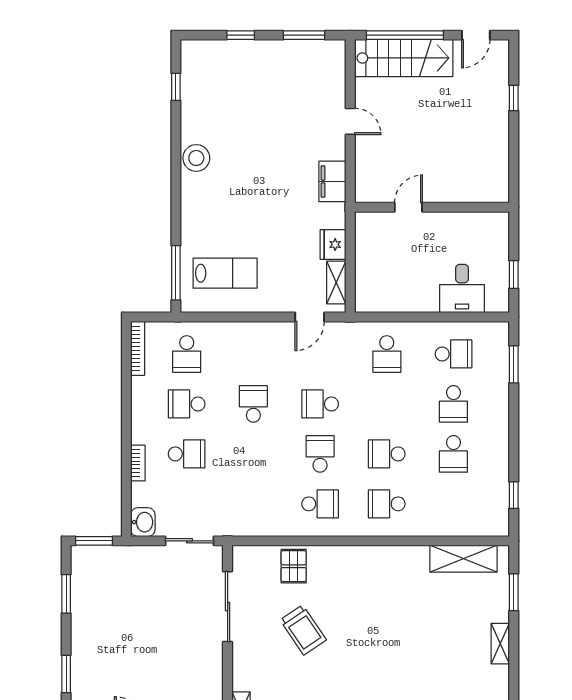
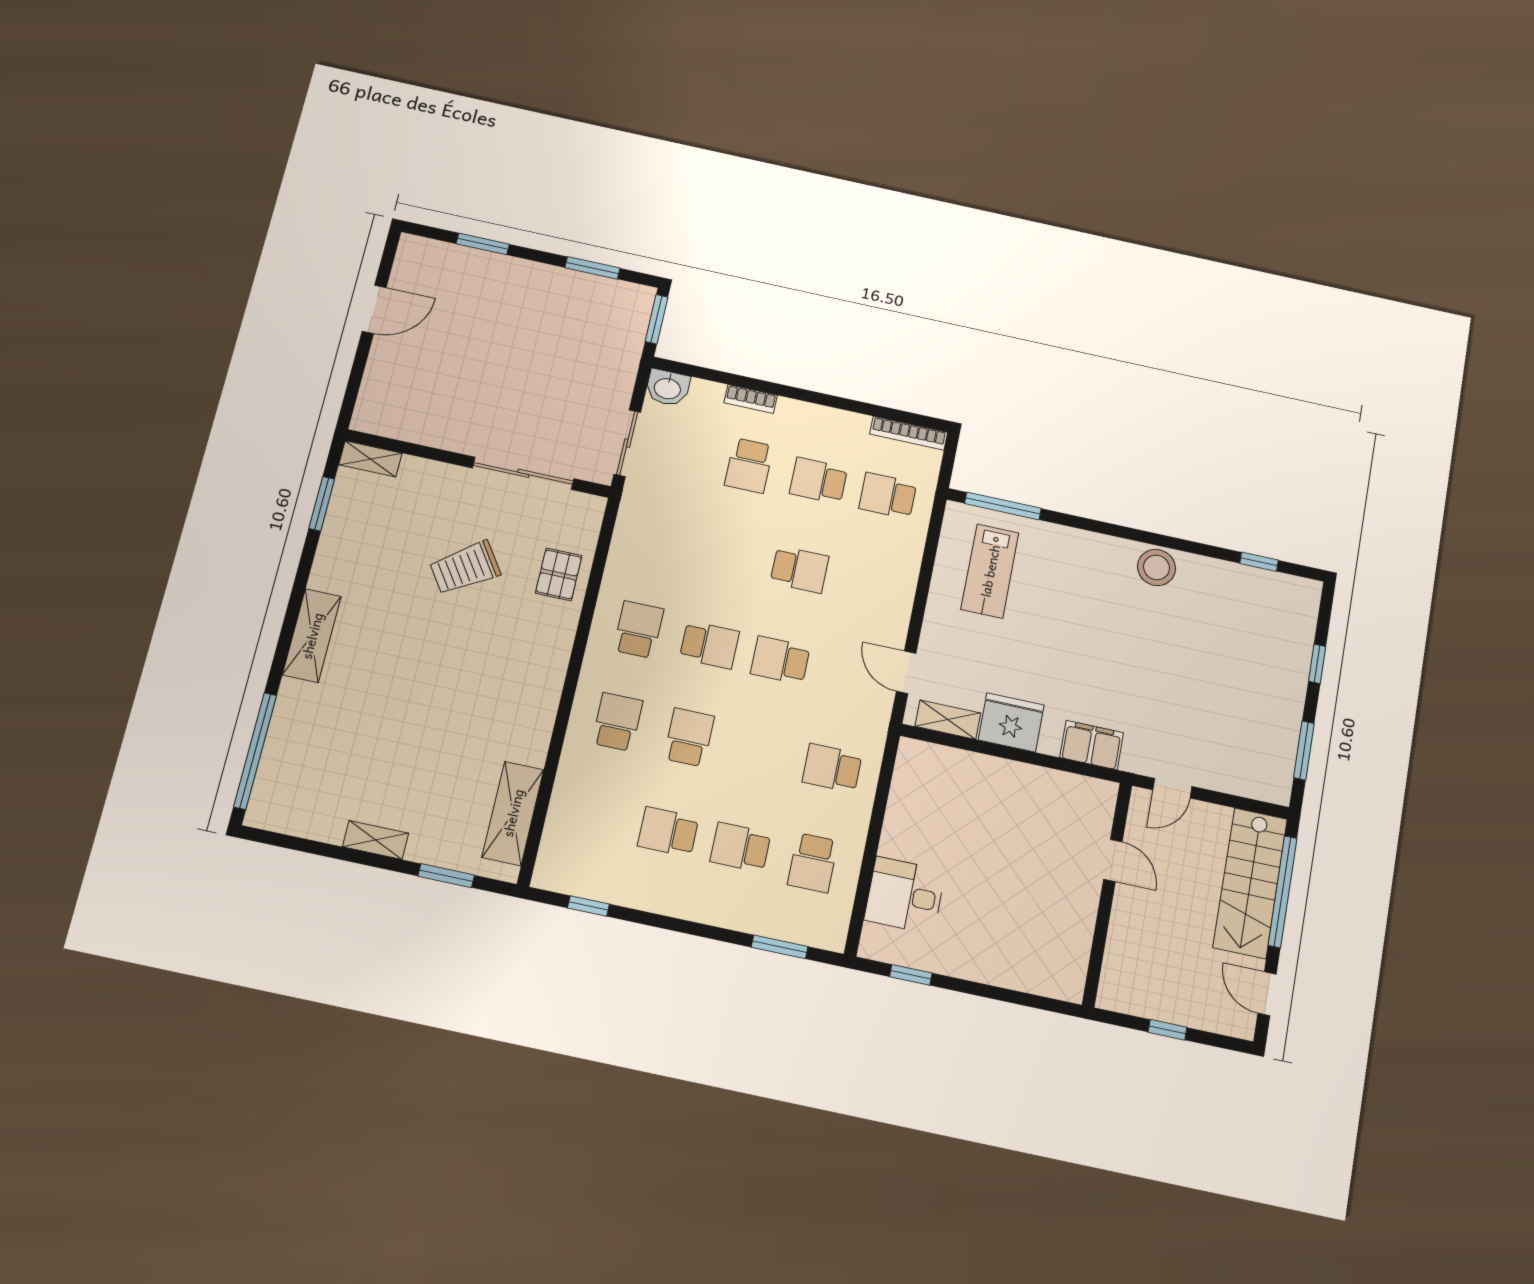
door: (408, 207) -> (1113, 860), moved
wall: (432, 207) -> (1107, 894), moved
fridge: (333, 244) -> (1011, 722), width x1.36, depth x1.34
school desk: (187, 404) -> (818, 481), turned -90
school desk: (320, 404) -> (780, 660), turned -90
school desk: (320, 504) -> (639, 630), turned 180
pallet: (294, 566) -> (559, 574), turned 90

